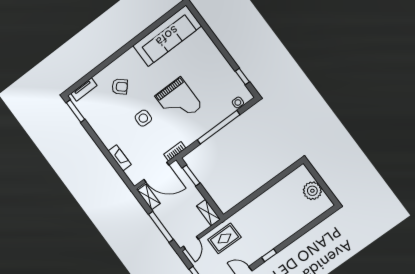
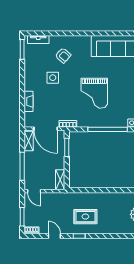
side table: (143, 118) -> (53, 78), moved
rug: (224, 238) -> (85, 217), moved
door: (191, 243) -> (34, 191), hinge flipped

